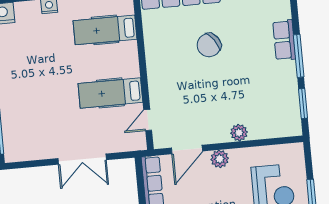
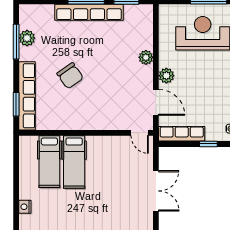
row of seats: (284, 40) -> (89, 12), width x2.02
hospital bed: (110, 93) -> (74, 162), moved
door: (148, 120) -> (140, 133), moved

